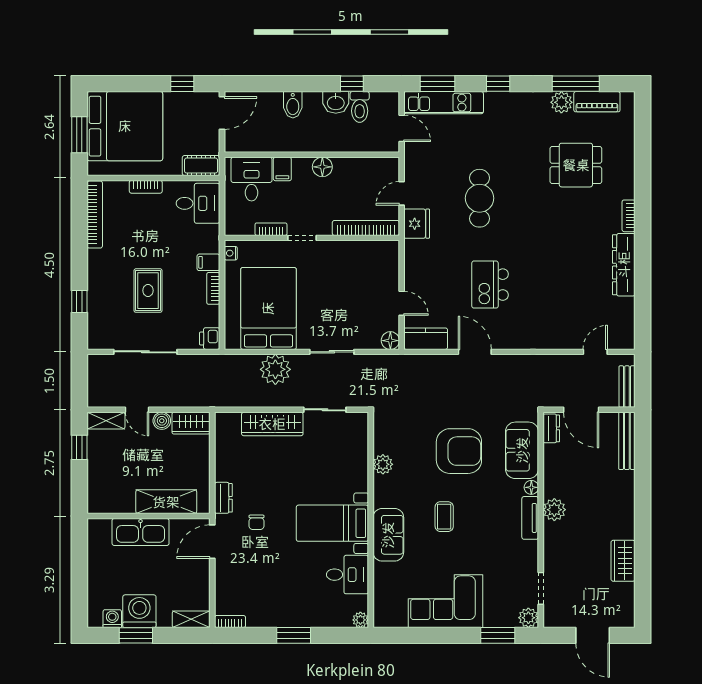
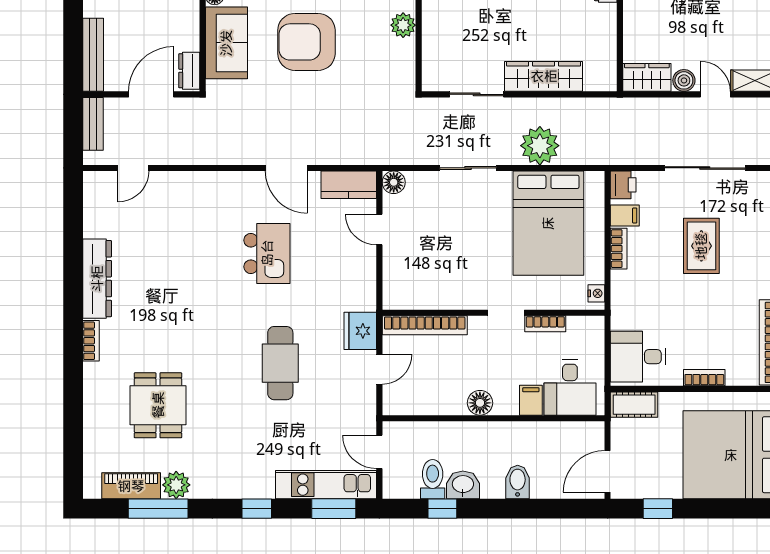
dining table: (576, 165) -> (158, 405), turned 90
filing cabinet: (208, 262) -> (625, 216), moved
door: (581, 410) -> (151, 94), hinge flipped

